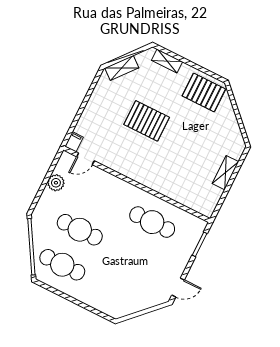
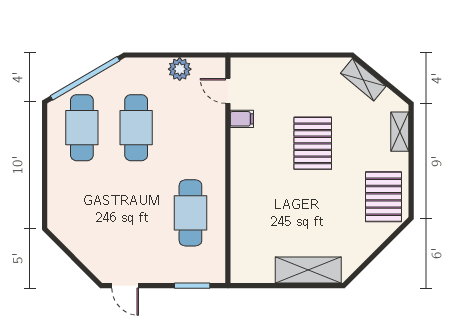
filing cabinet: (74, 142) -> (242, 119), moved
shelving: (225, 173) -> (308, 270), width x1.50, depth x1.33

